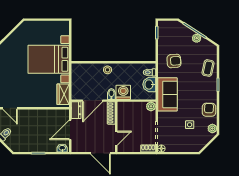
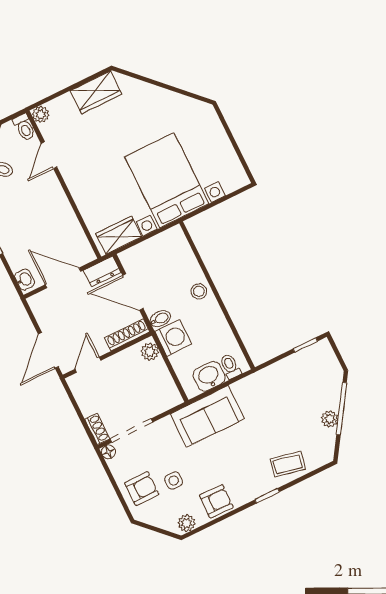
armchair: (174, 61) -> (142, 489), moved, turned -86
plant: (151, 106) -> (150, 352), moved
door: (116, 138) -> (88, 365), swing flipped

